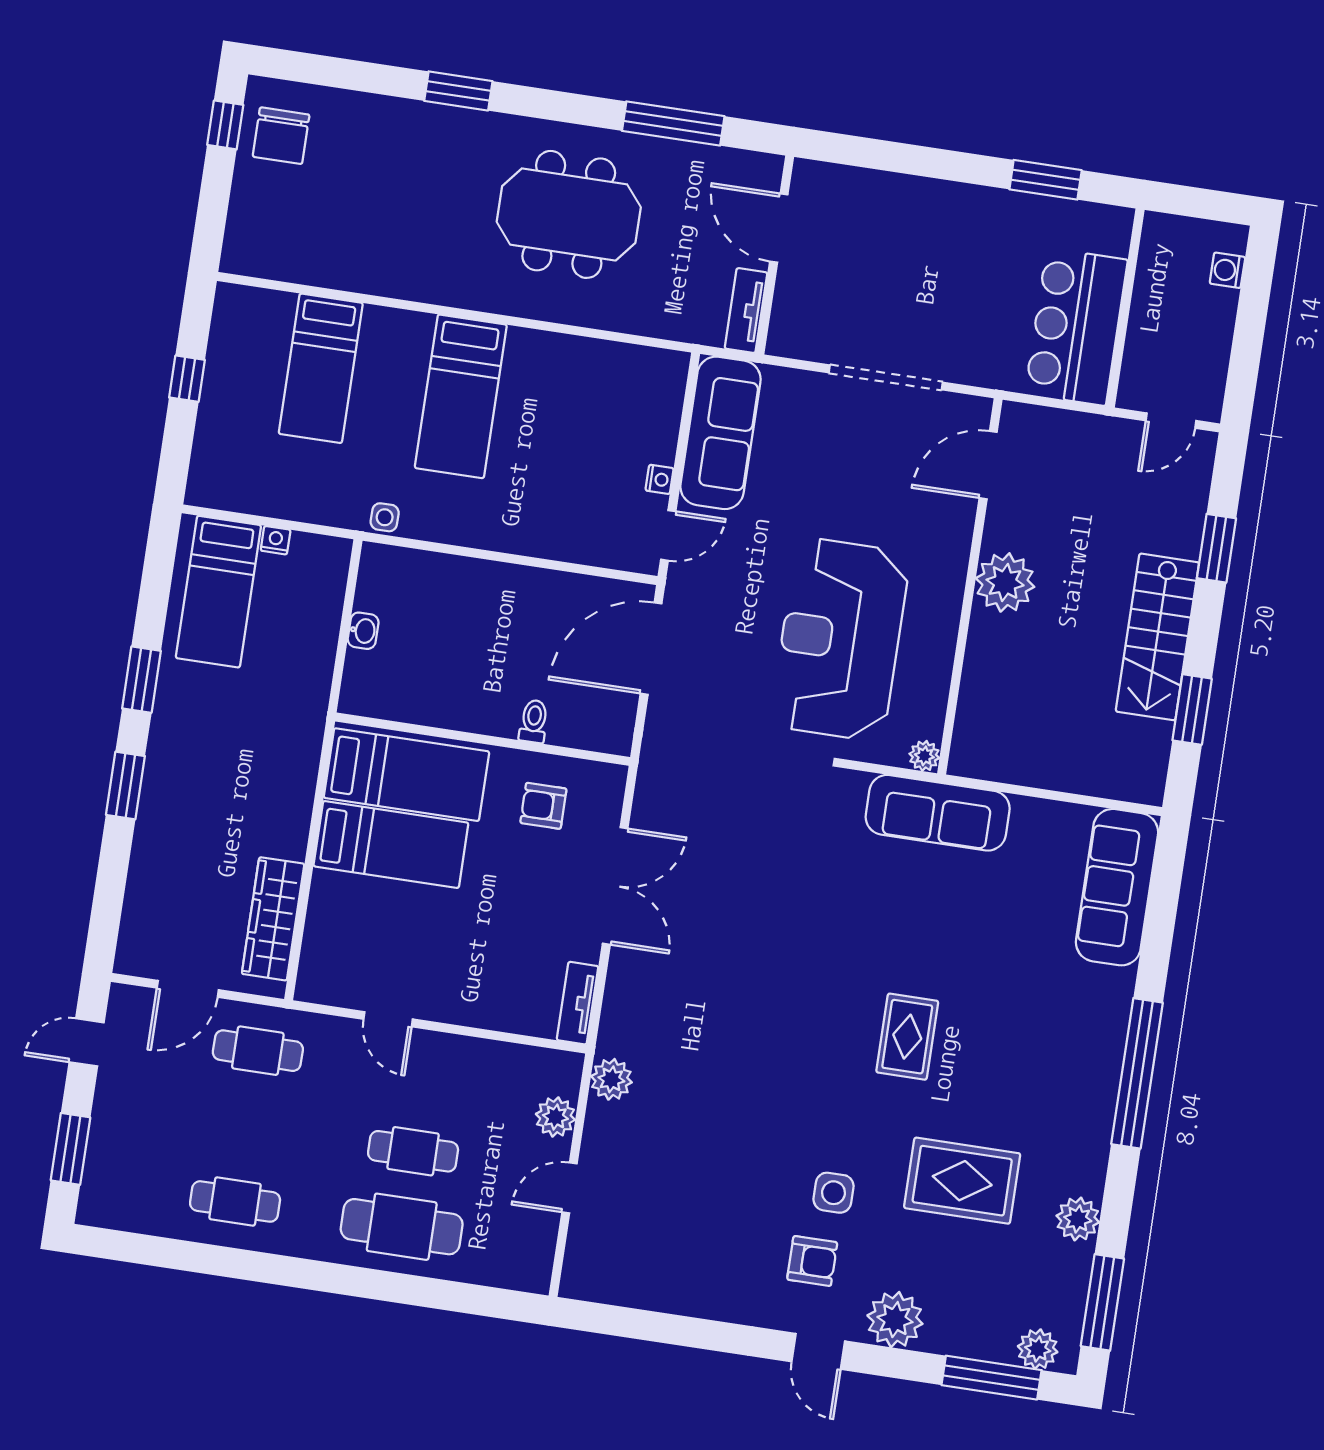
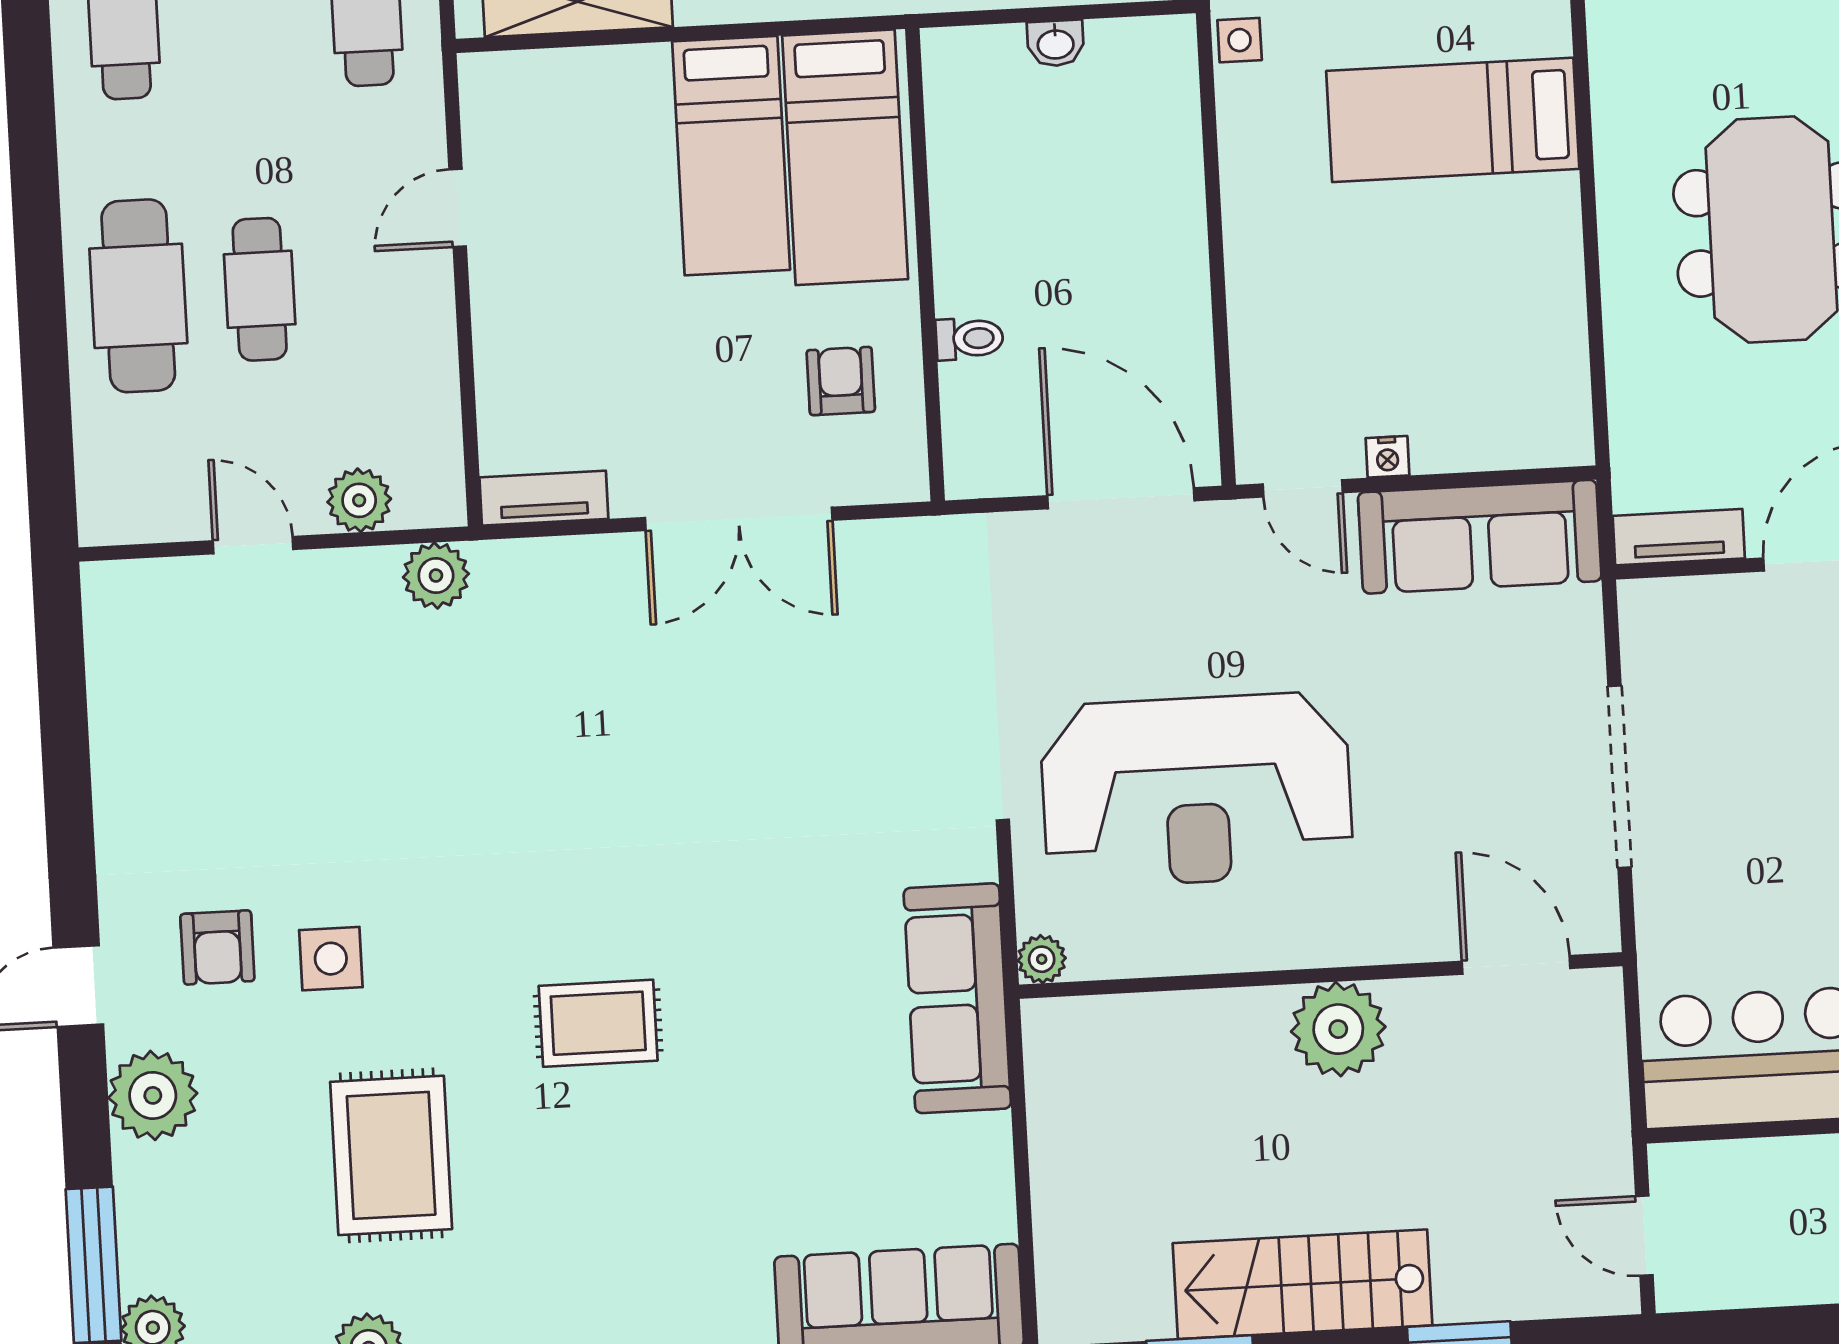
reception desk: (840, 639) -> (1196, 790), turned 180

